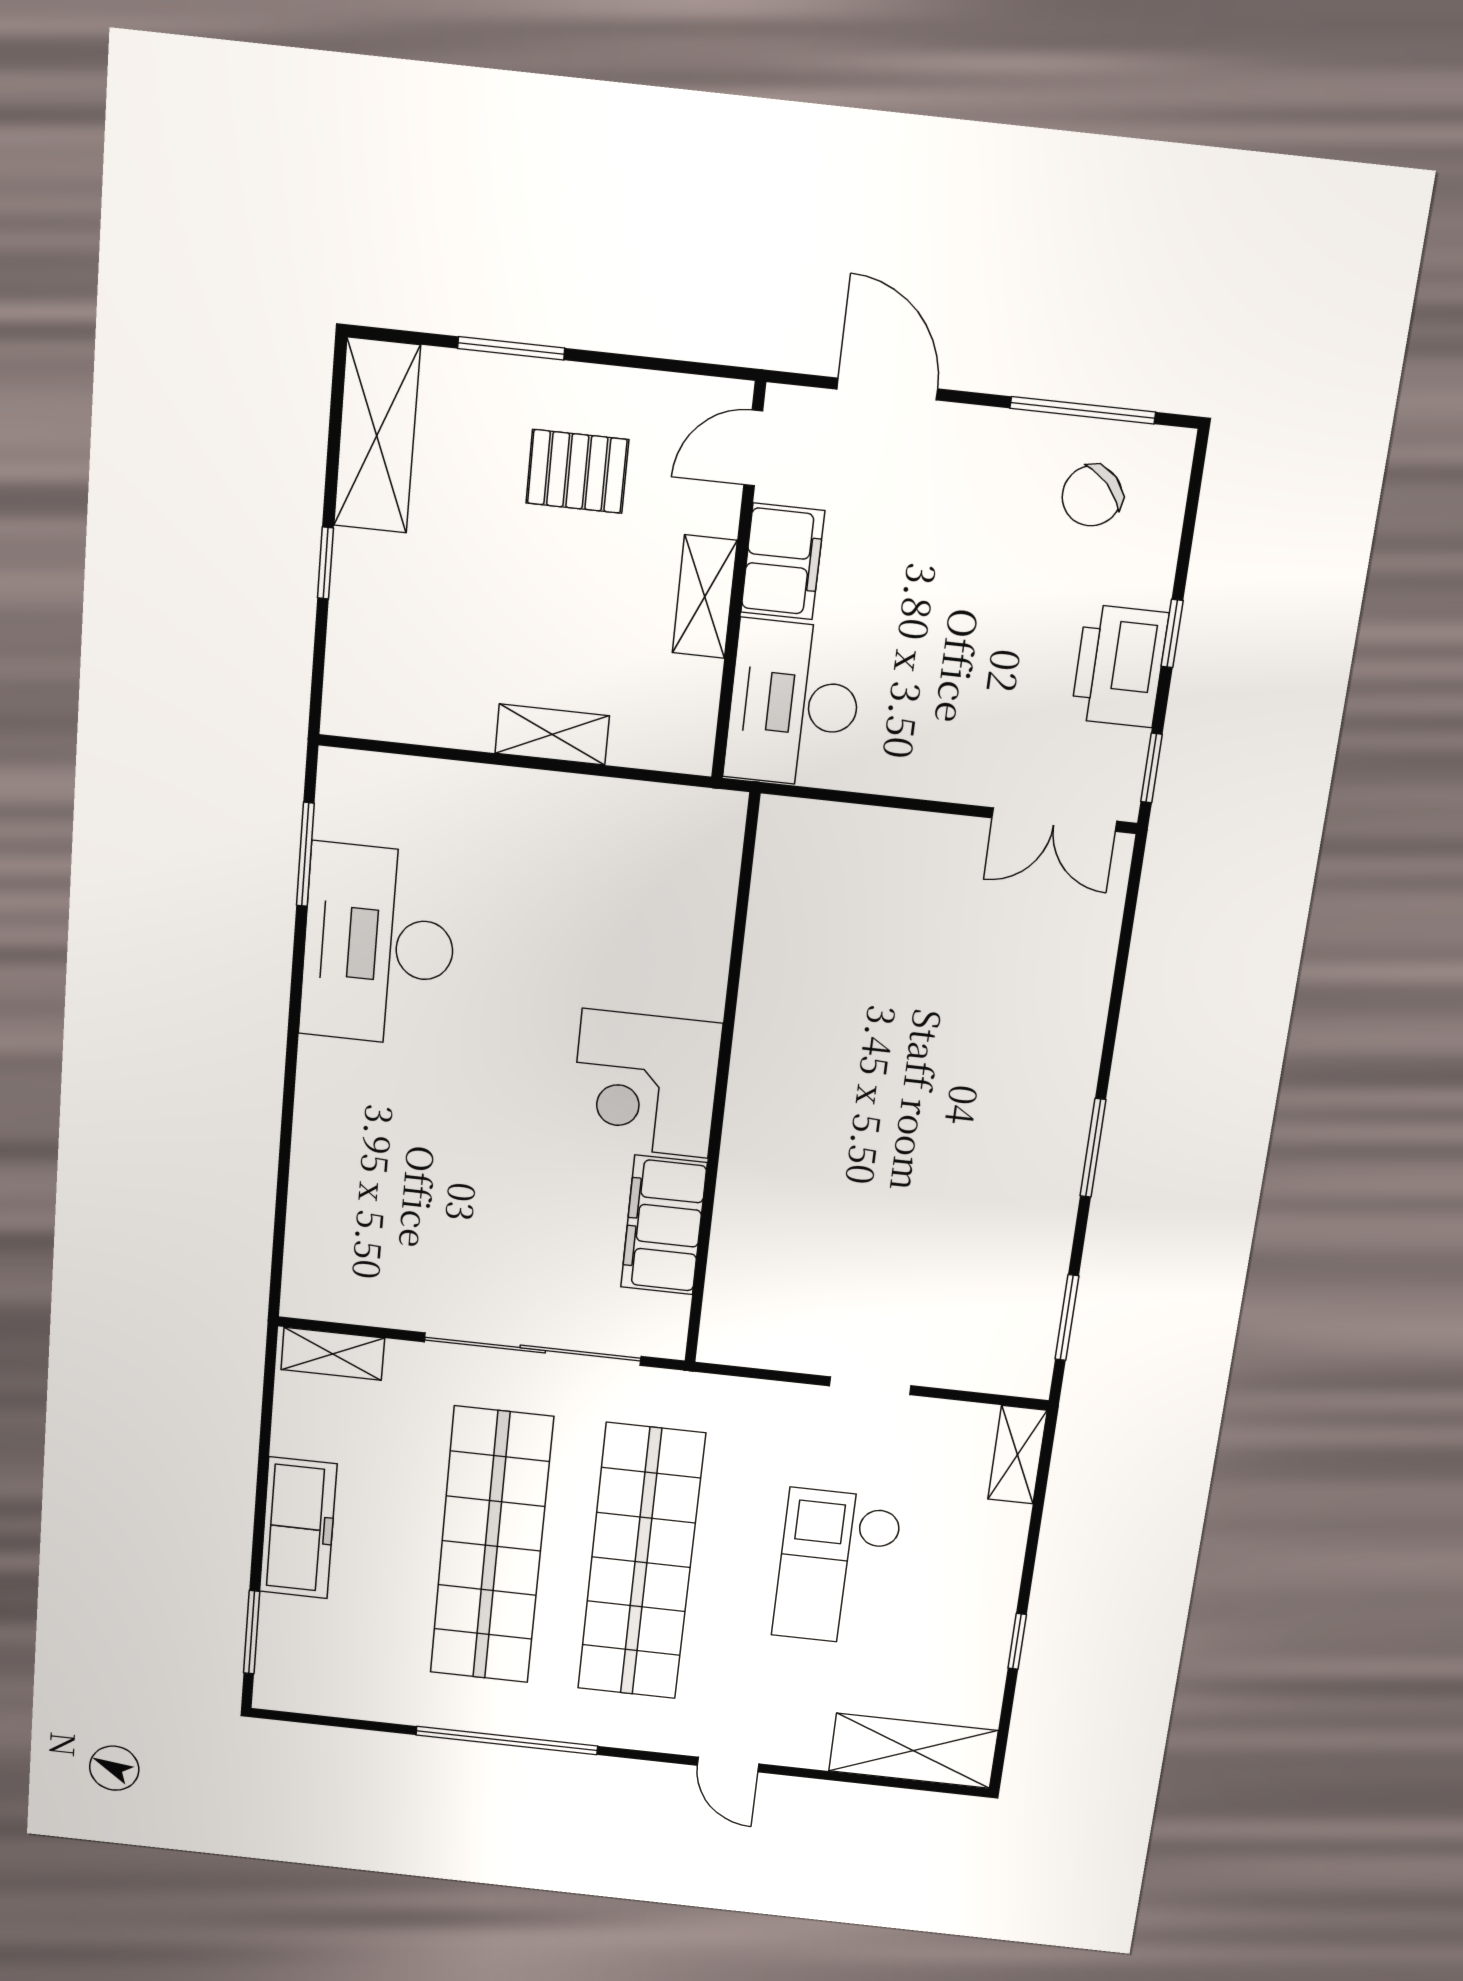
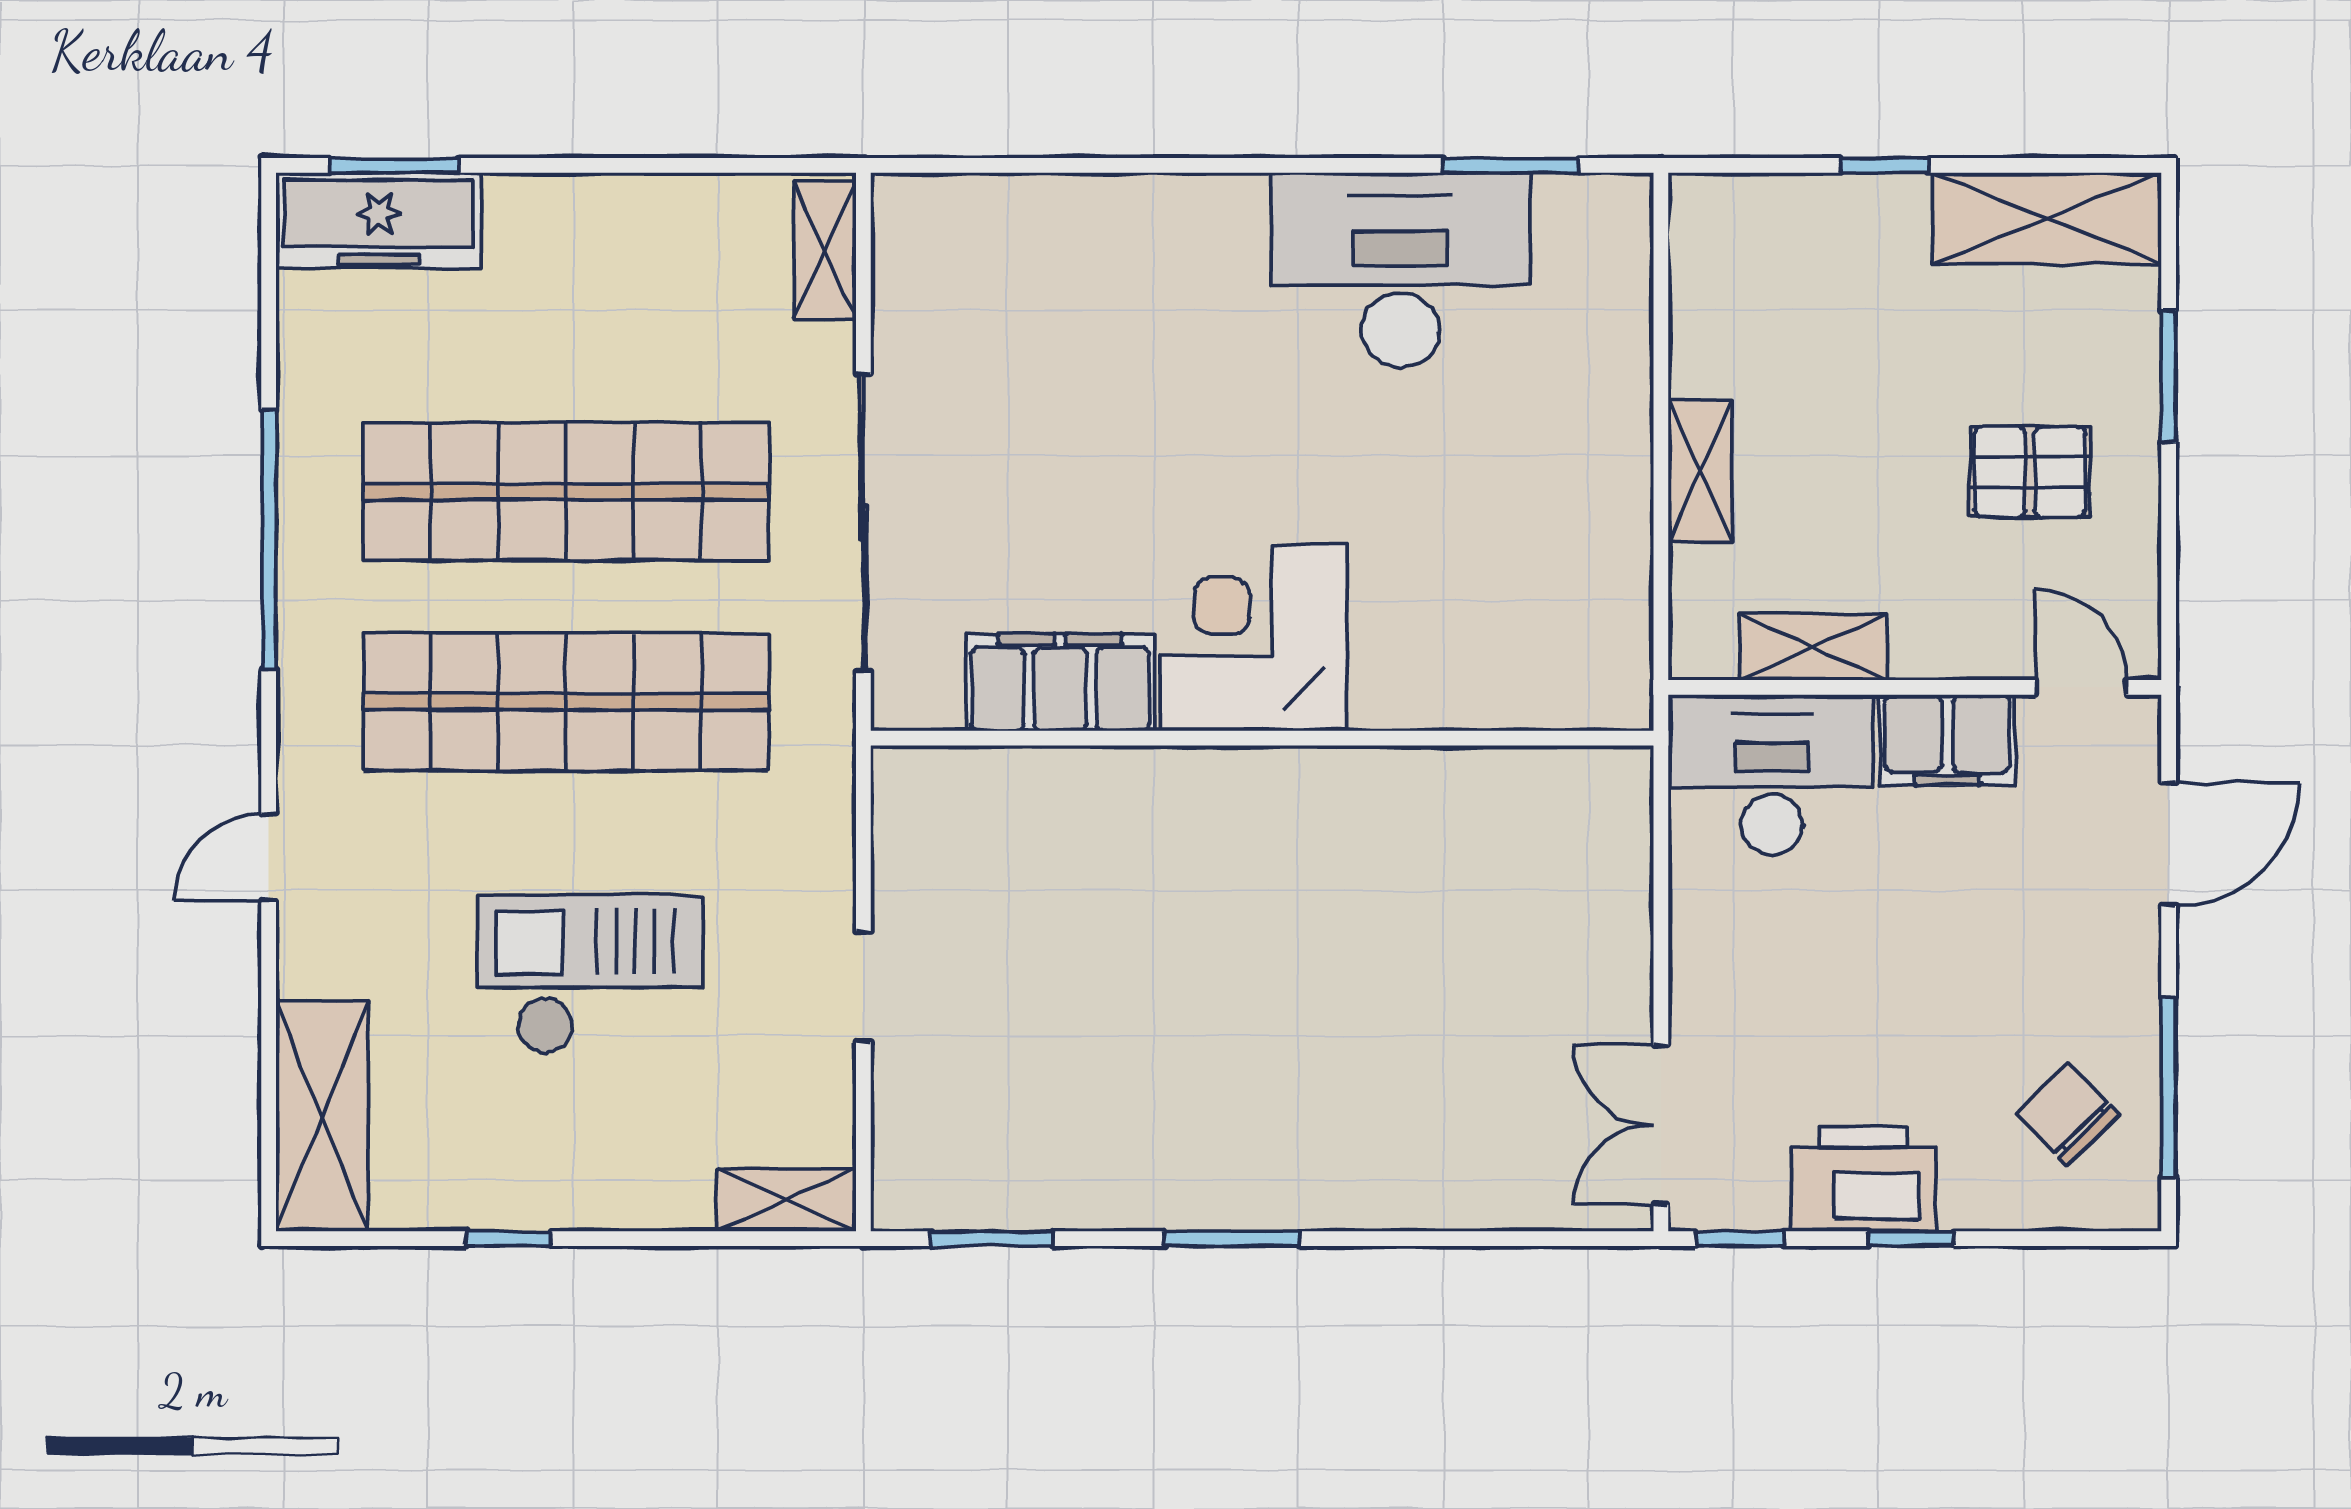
pallet: (577, 471) -> (2030, 472), turned 90
shelving: (705, 597) -> (1813, 647), moved
freezer: (298, 1528) -> (379, 220), moved

